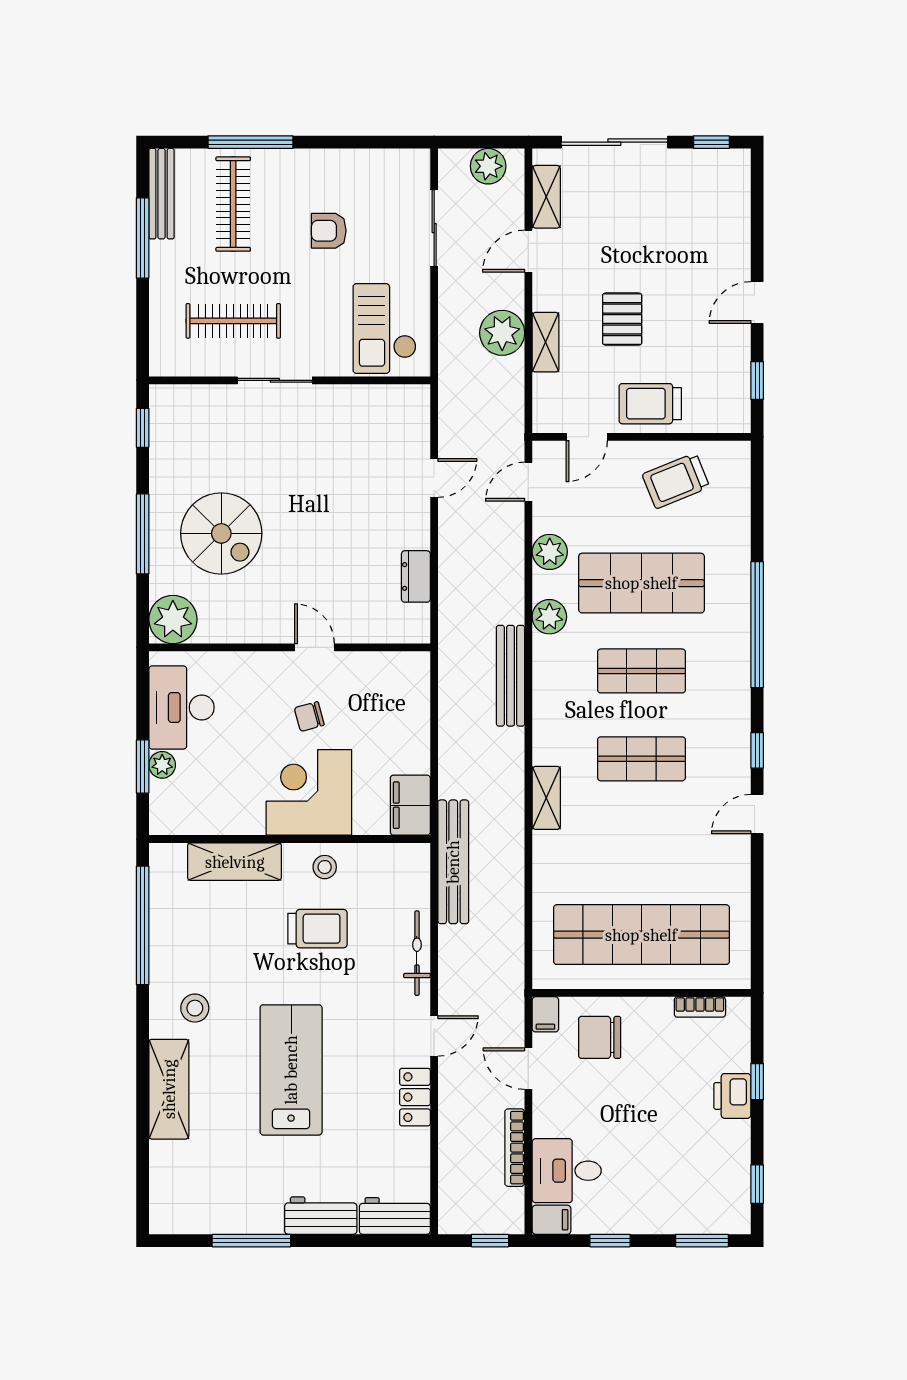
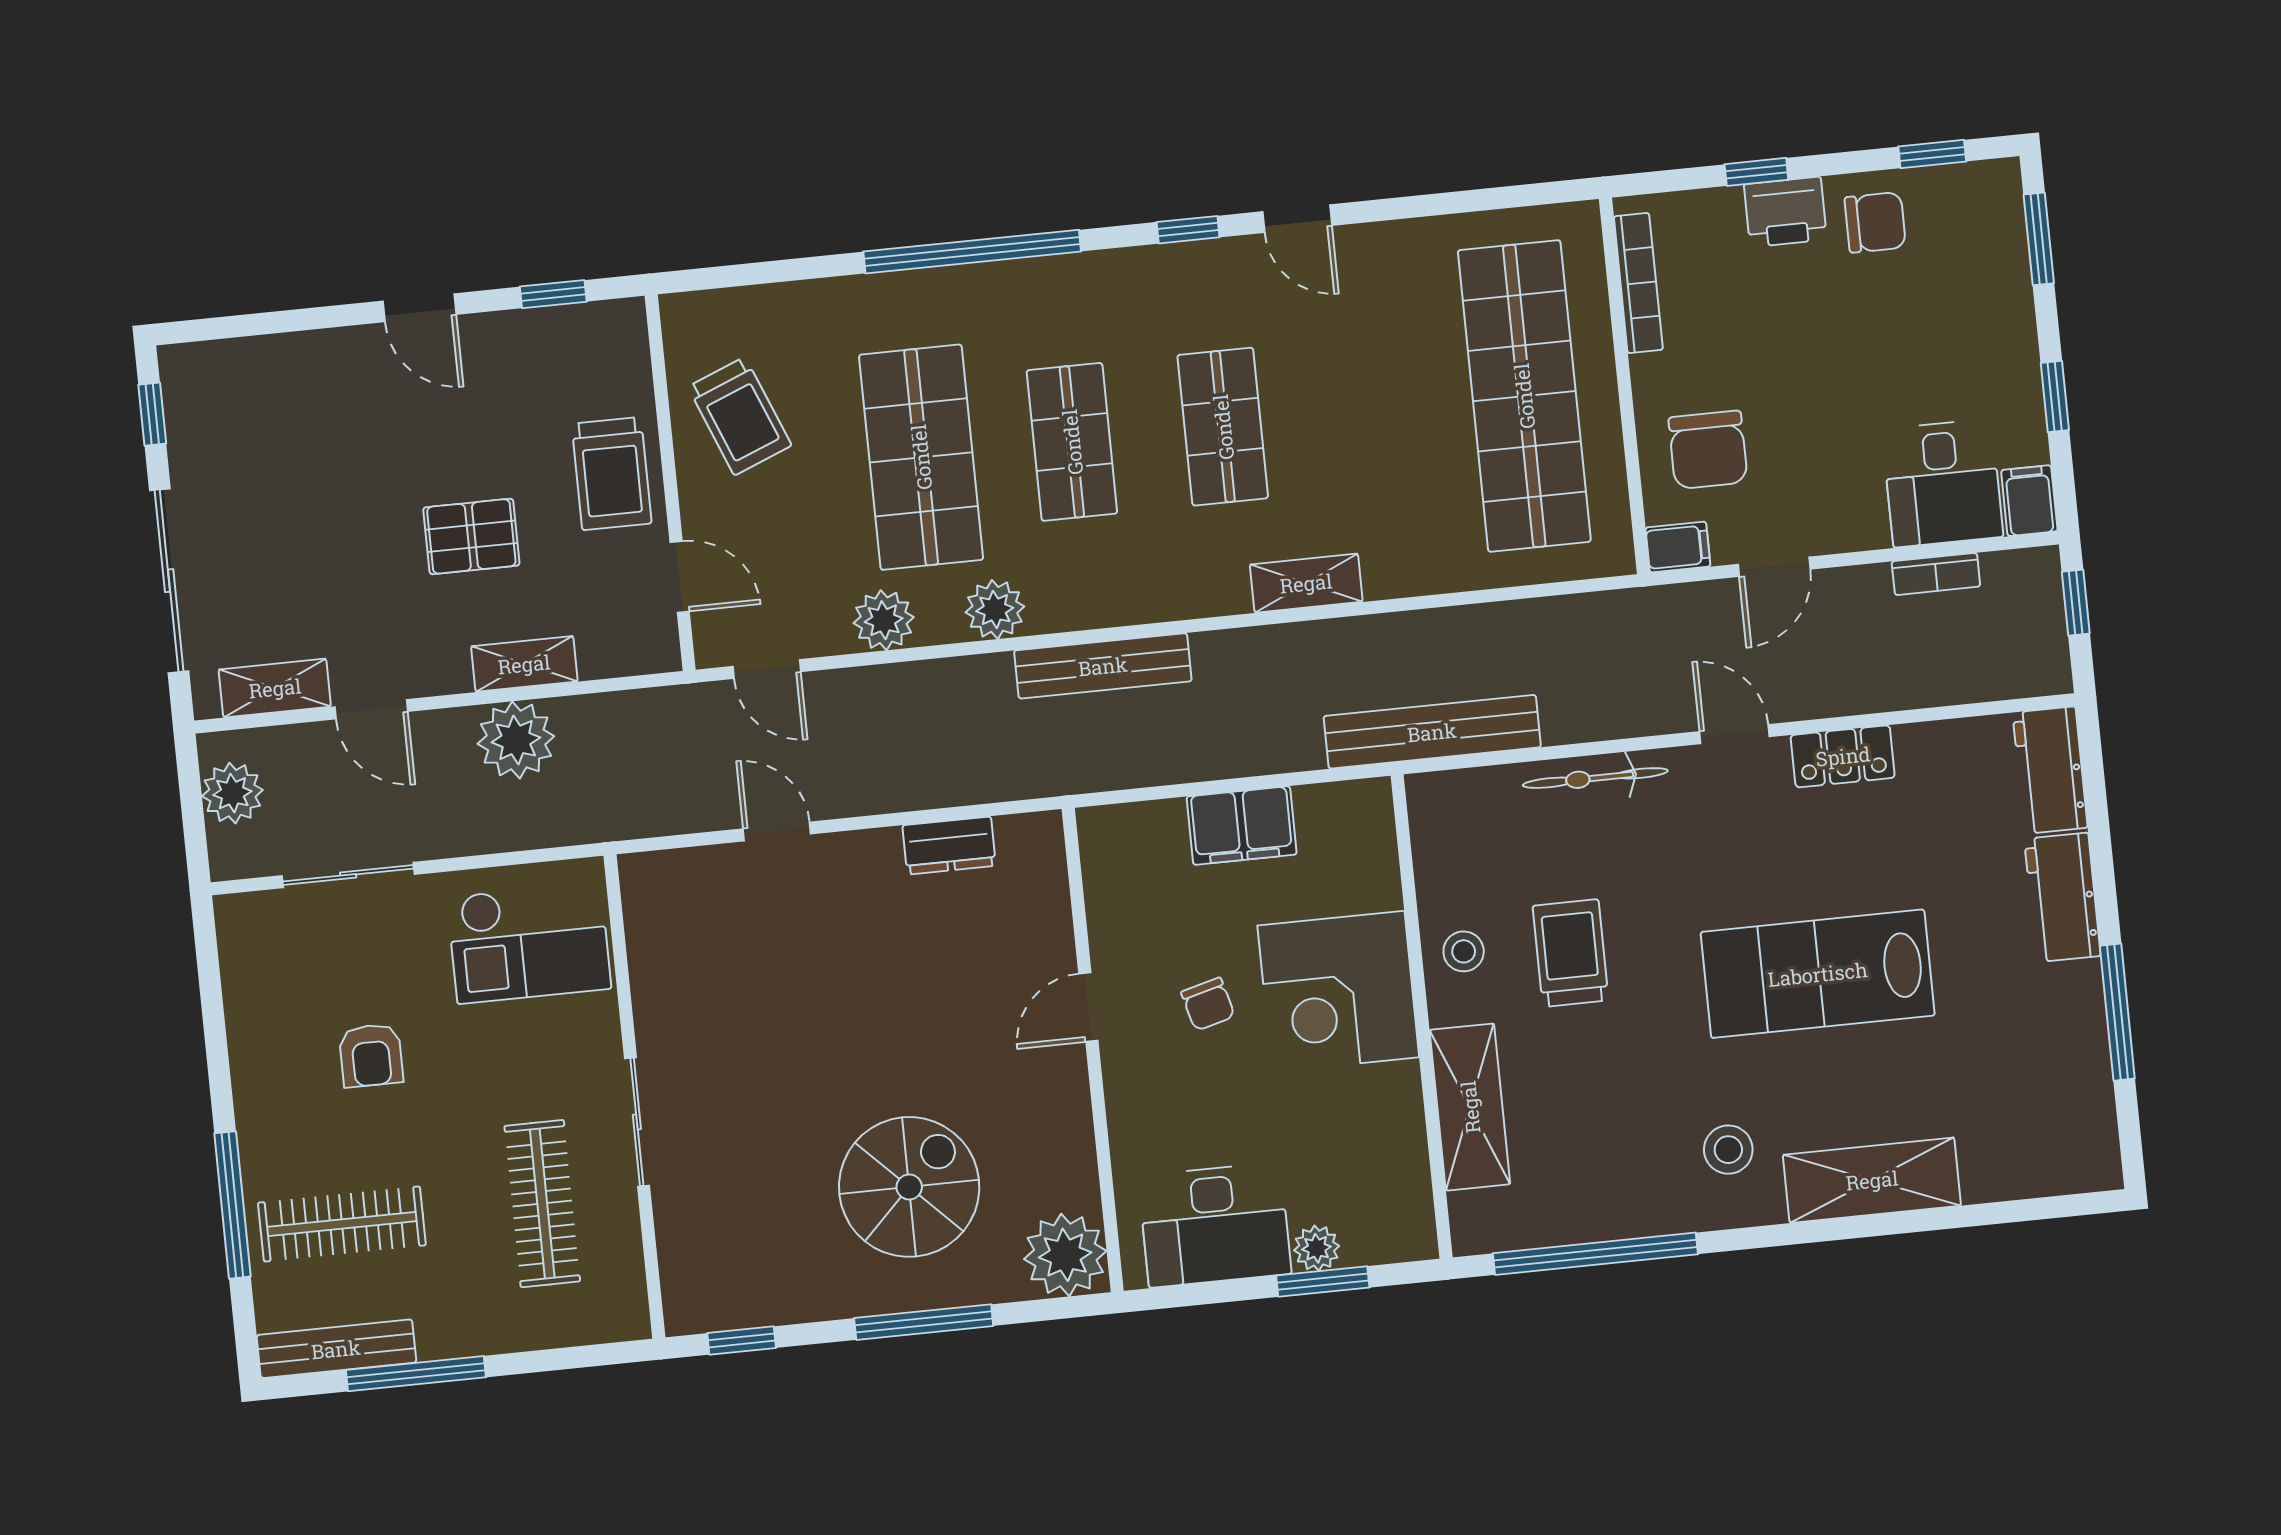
filing cabinet: (410, 805) -> (1242, 825), moved
bookcase: (700, 1007) -> (1638, 283), width x1.56
chair: (721, 1147) -> (1875, 222), added
bookcase: (515, 1148) -> (1936, 574), width x0.64

